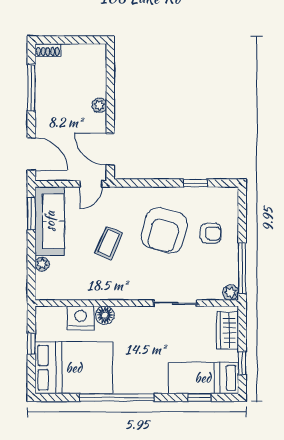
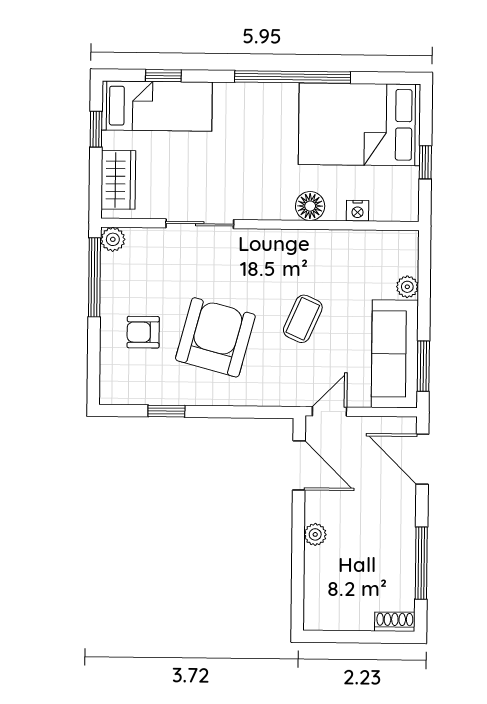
nightstand: (81, 318) -> (358, 211), width x0.53, depth x0.56

